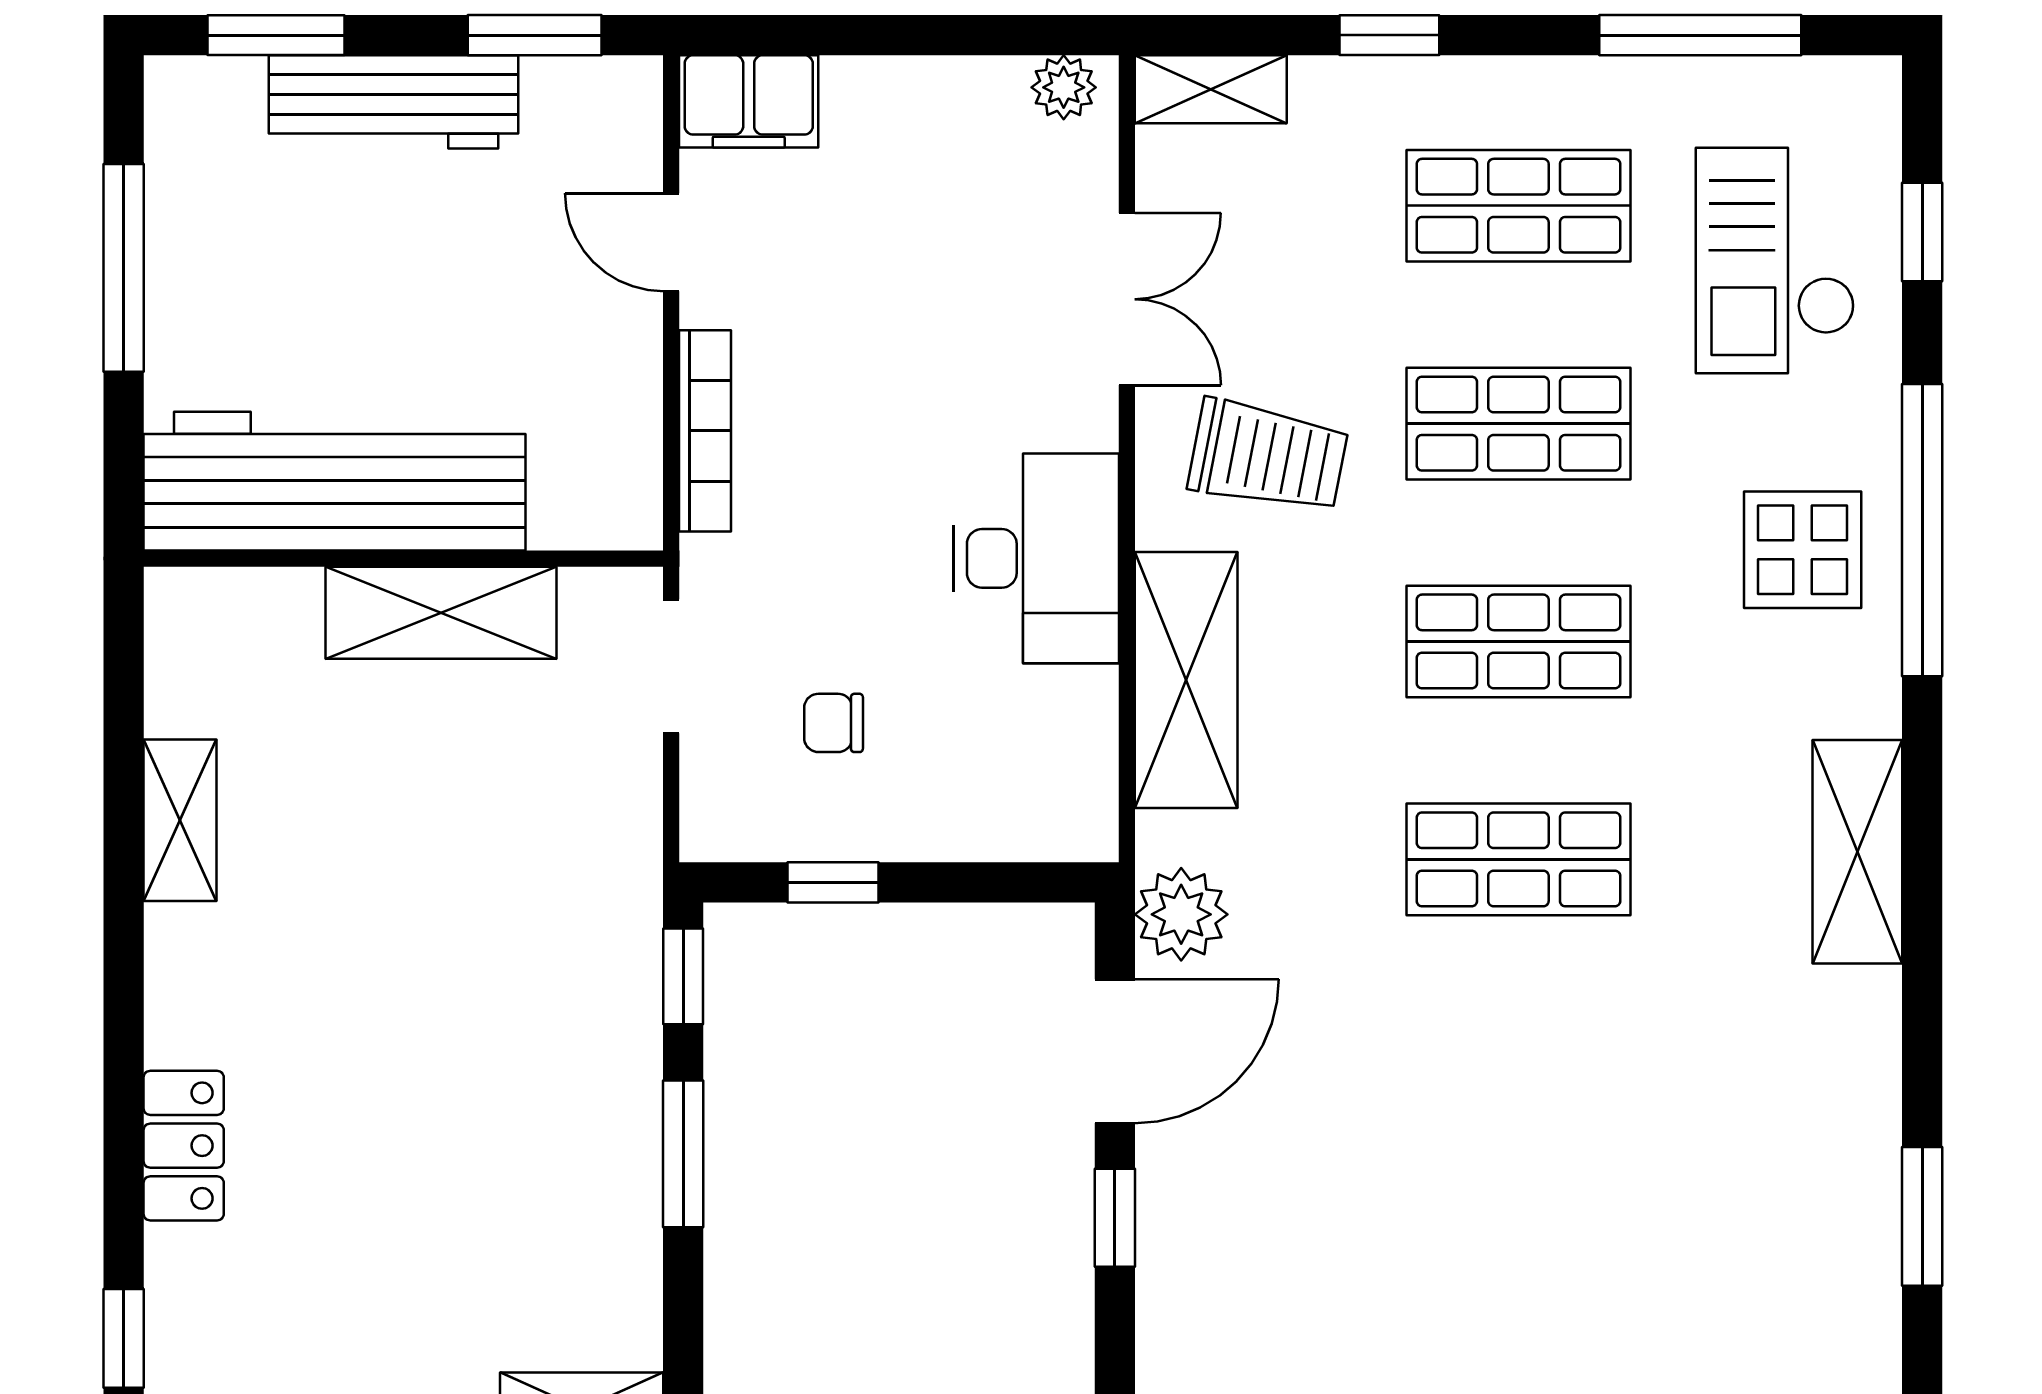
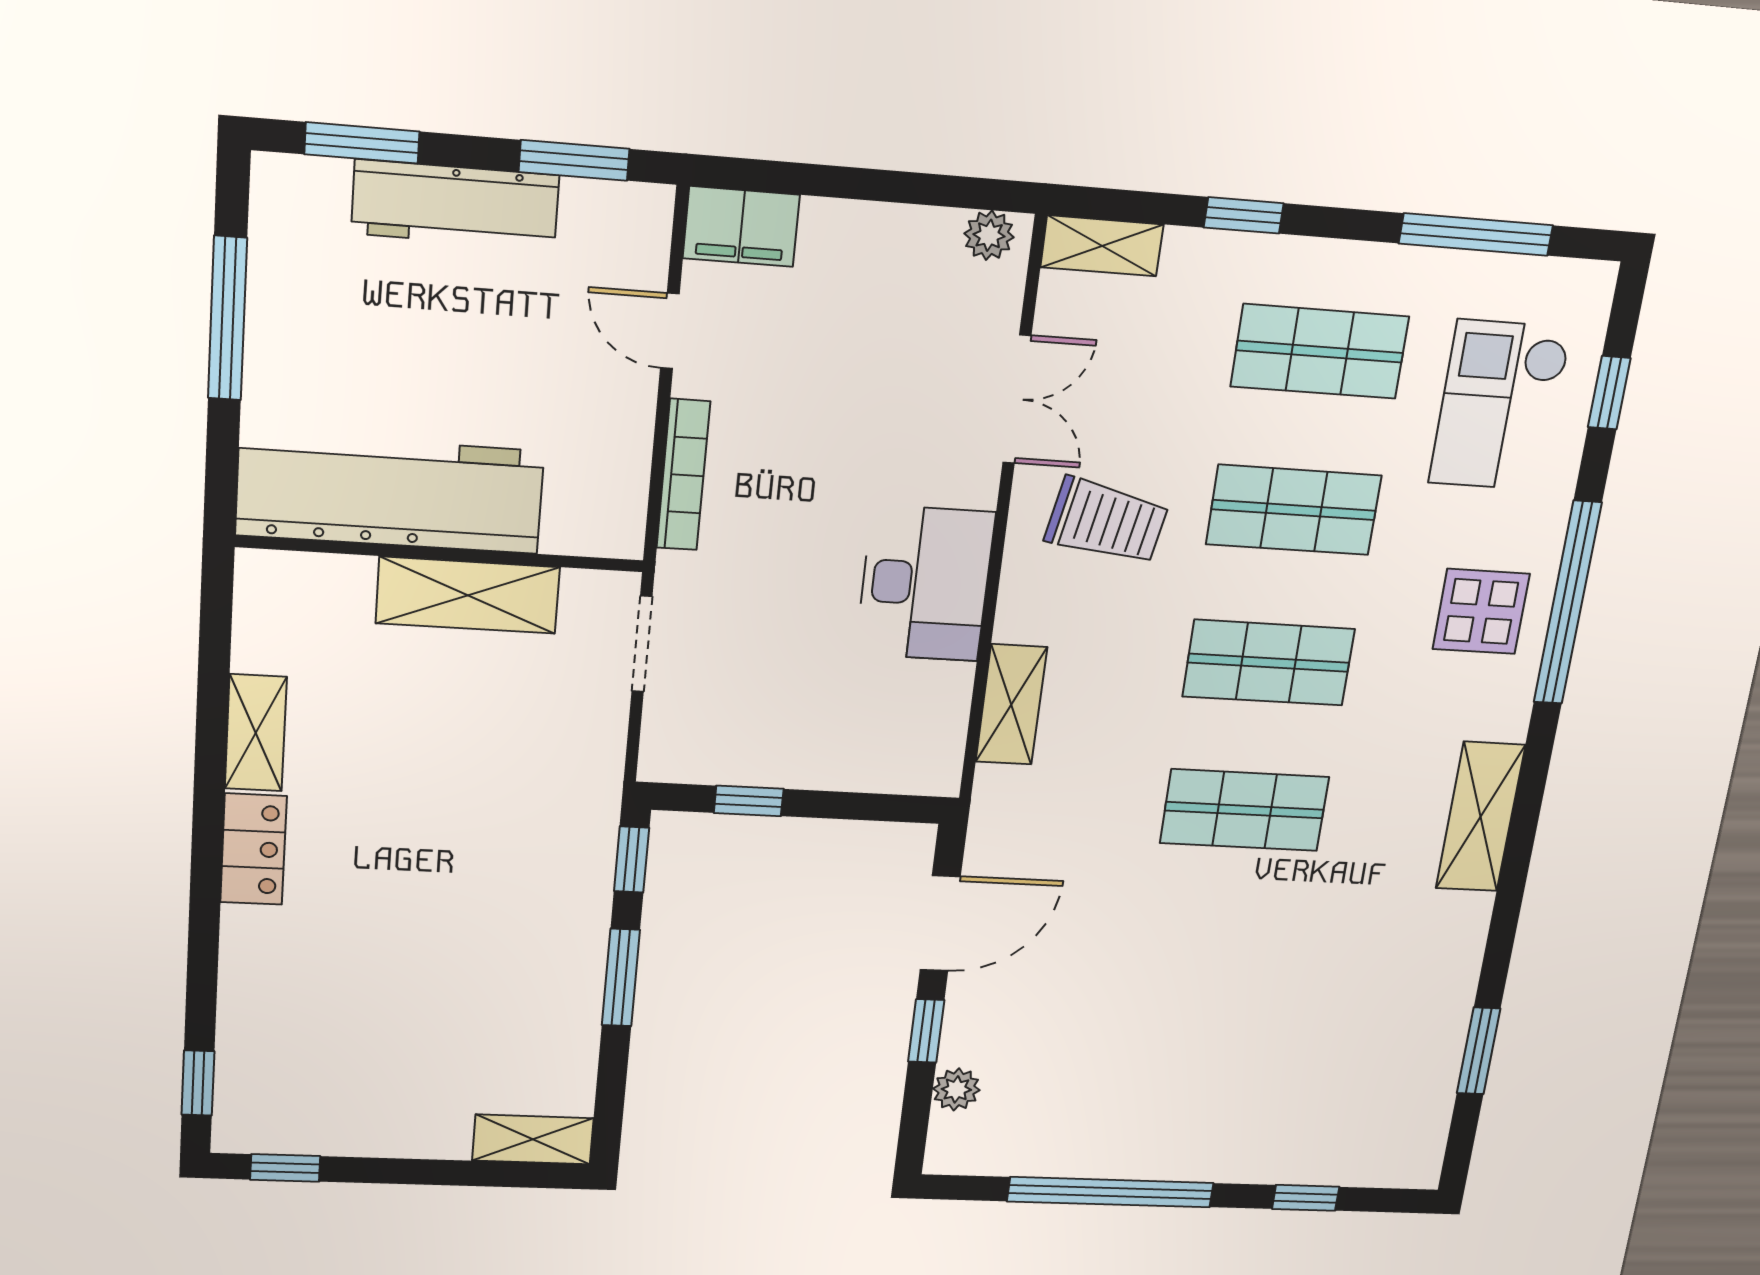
shelving: (1186, 680) -> (1011, 704), width x0.67, depth x0.75
chair: (834, 723) -> (760, 691), removed
plant: (1181, 914) -> (956, 1089), moved, width x0.73, depth x0.73
locker: (184, 1146) -> (253, 849), moved

